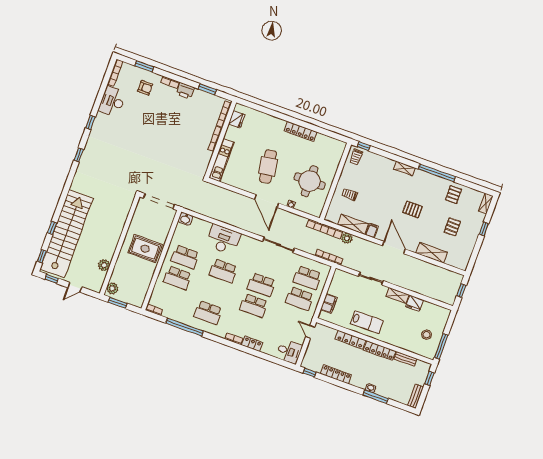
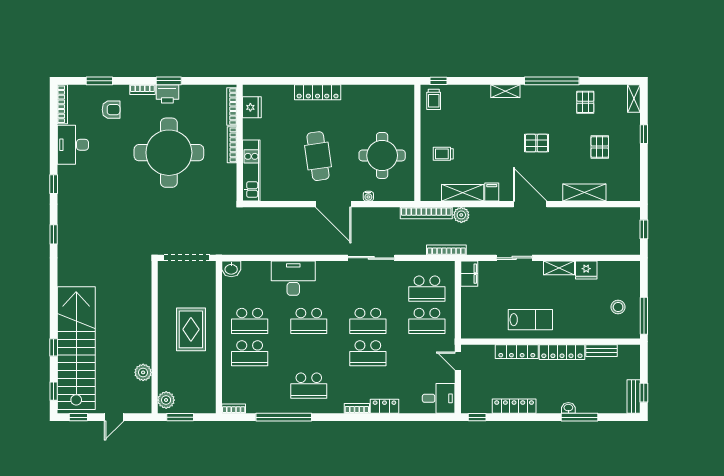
window: (207, 89) -> (169, 81), moved
round table: (172, 129) -> (169, 153), added
locker: (301, 132) -> (318, 92), moved
rug: (145, 249) -> (191, 329), turned 90
filing cabinet: (329, 304) -> (469, 274), moved
window: (429, 378) -> (644, 393), moved

